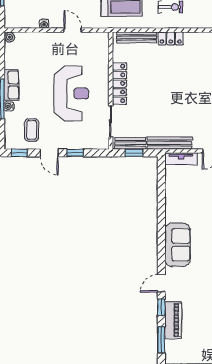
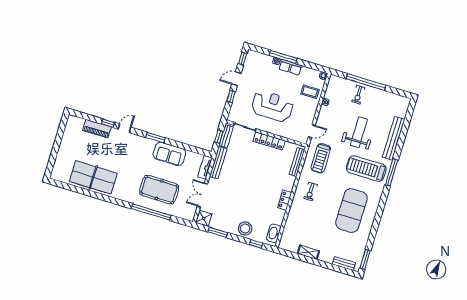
door: (73, 30) -> (312, 131), moved
locker: (171, 38) -> (285, 200), moved
reception desk: (71, 93) -> (272, 106), turned 180
coffee table: (32, 130) -> (310, 92), moved
sofa: (178, 245) -> (169, 154), moved
door: (161, 283) -> (124, 128), hinge flipped
window: (161, 340) -> (155, 138), moved

